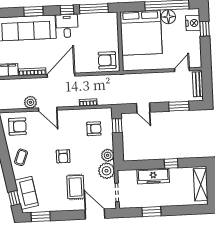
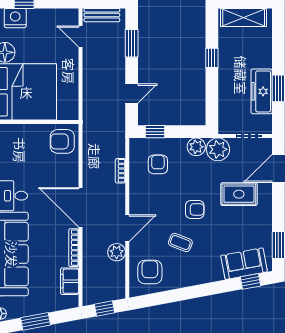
armchair: (107, 60) -> (62, 141), turned 90
coffee table: (21, 157) -> (180, 243), moved
freezer: (153, 176) -> (262, 91), moved, turned 180

